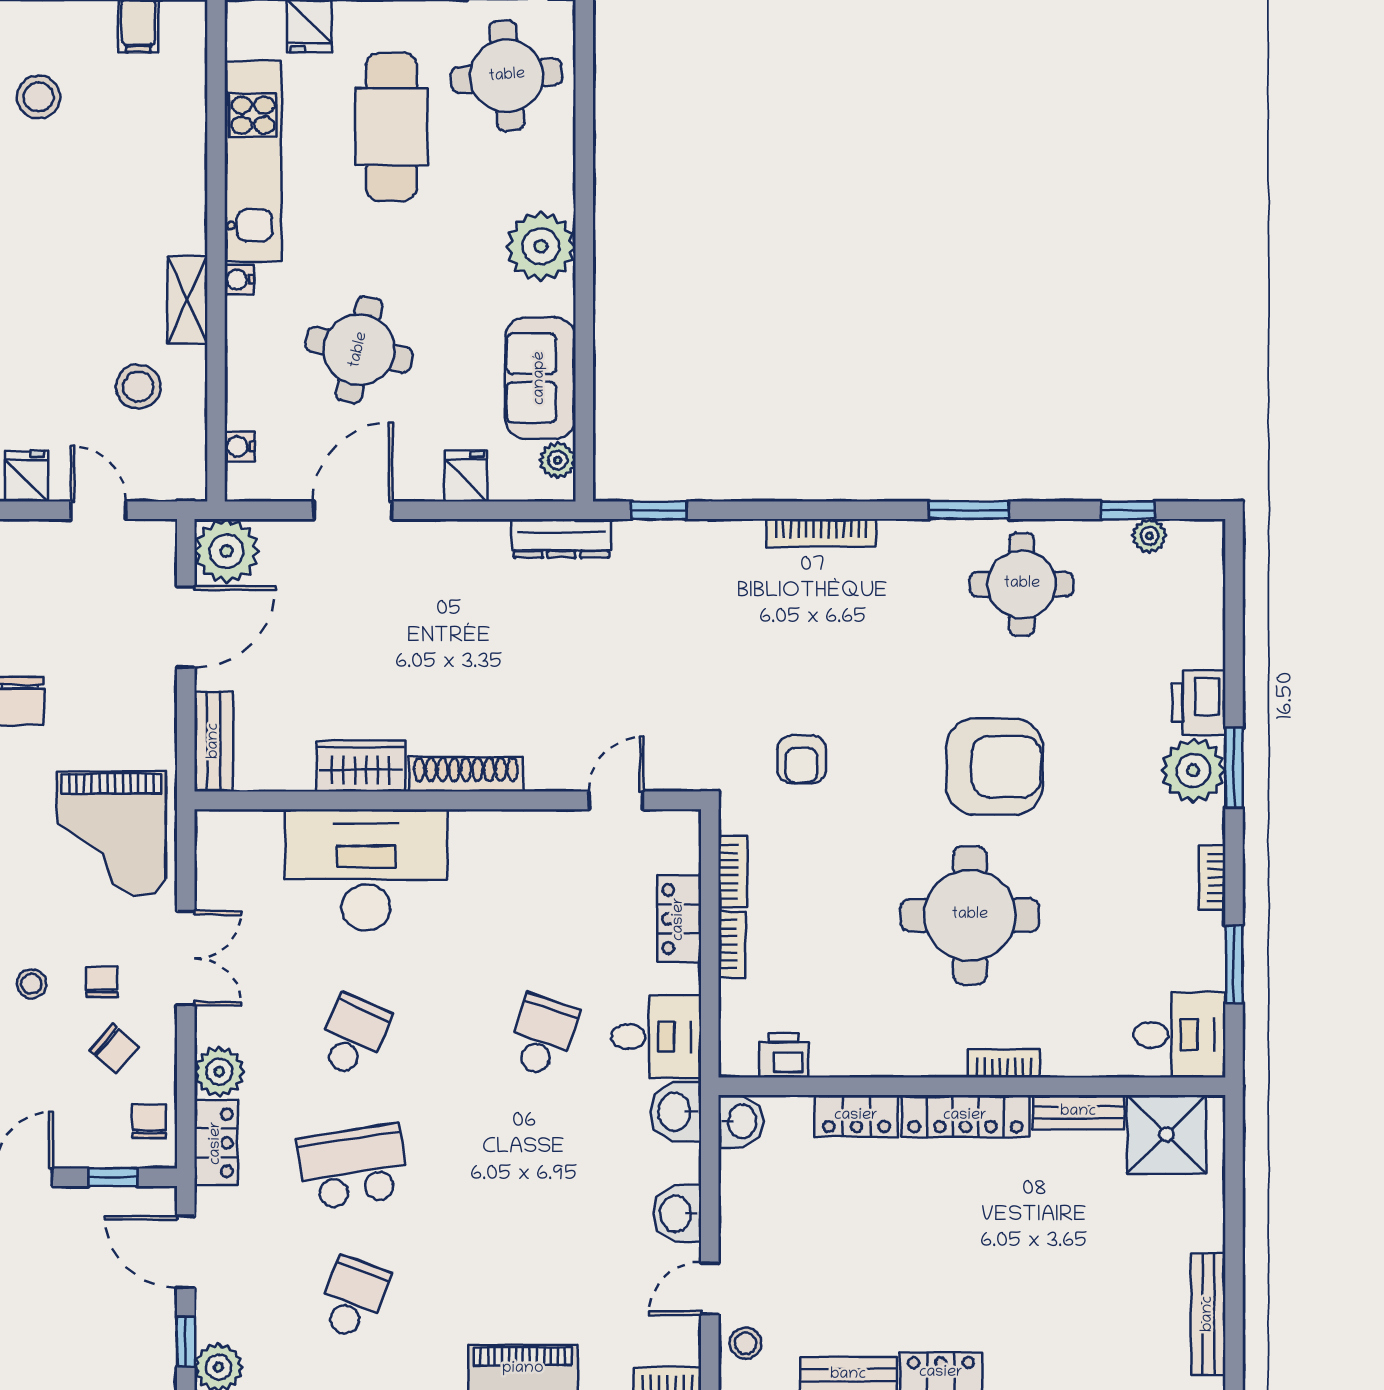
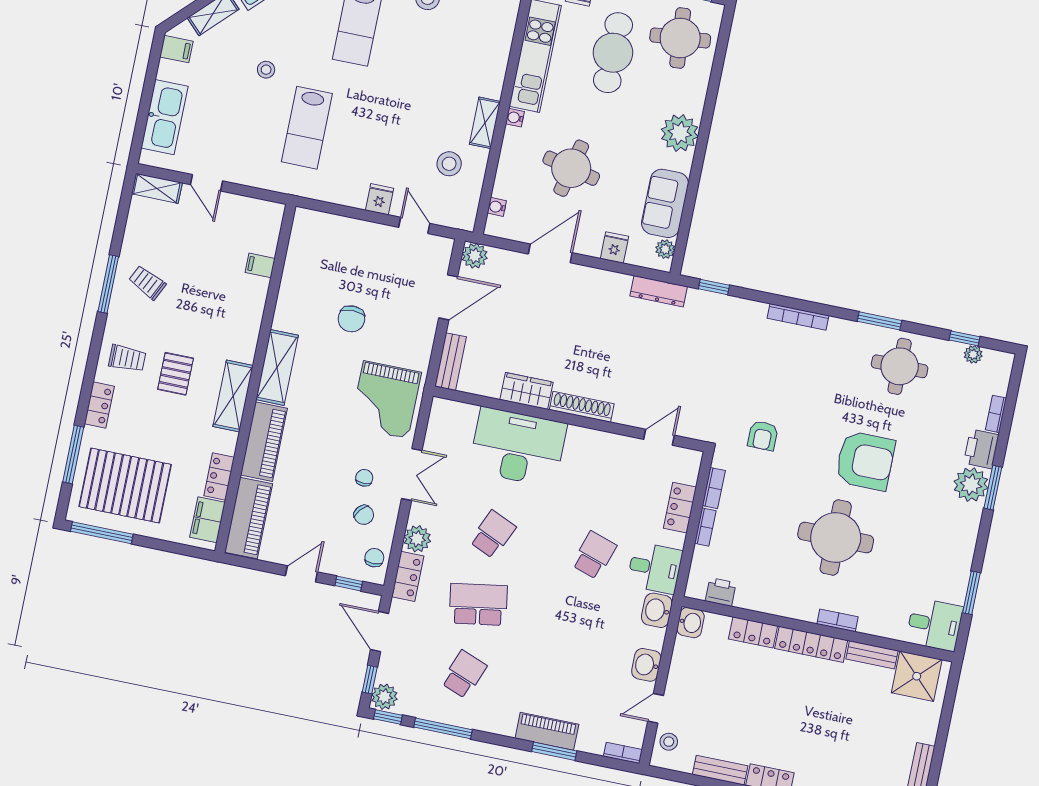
plant: (227, 551) -> (475, 256), width x0.73, depth x0.73
bookcase: (1212, 878) -> (996, 414), moved
stool: (32, 984) -> (327, 471), removed

